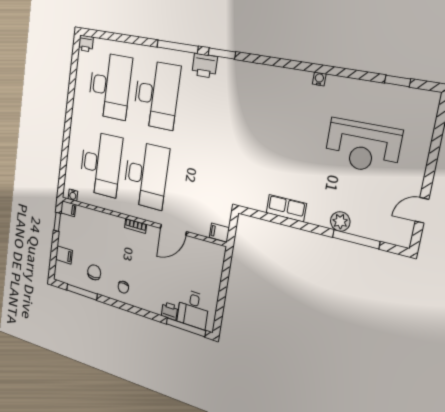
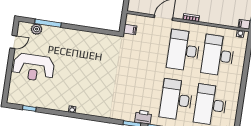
reception desk: (363, 146) -> (34, 68), moved, turned 180
row of seats: (286, 208) -> (89, 37), removed
plant: (340, 221) -> (37, 29), moved
filing cabinet: (219, 232) -> (130, 30), moved

